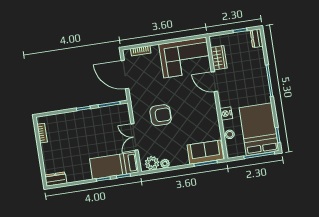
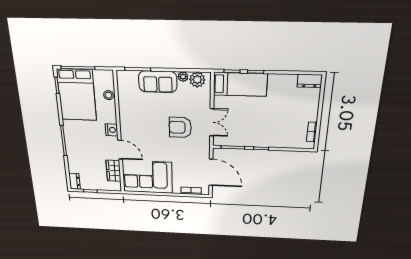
nightstand: (226, 113) -> (112, 130), moved
double door: (134, 137) -> (212, 122), moved
sofa: (205, 152) -> (158, 82), moved

